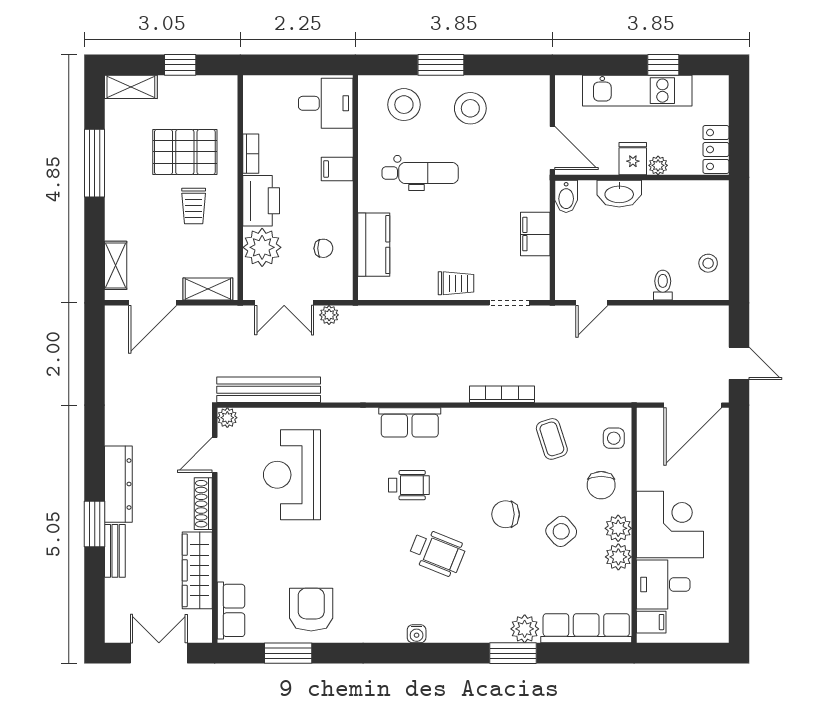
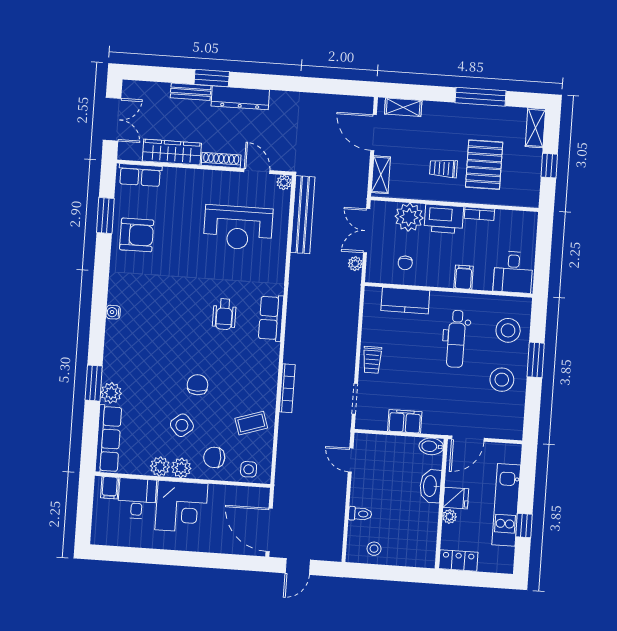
reception desk: (292, 475) -> (238, 228), turned 180
wheelchair: (437, 552) -> (173, 332), removed

